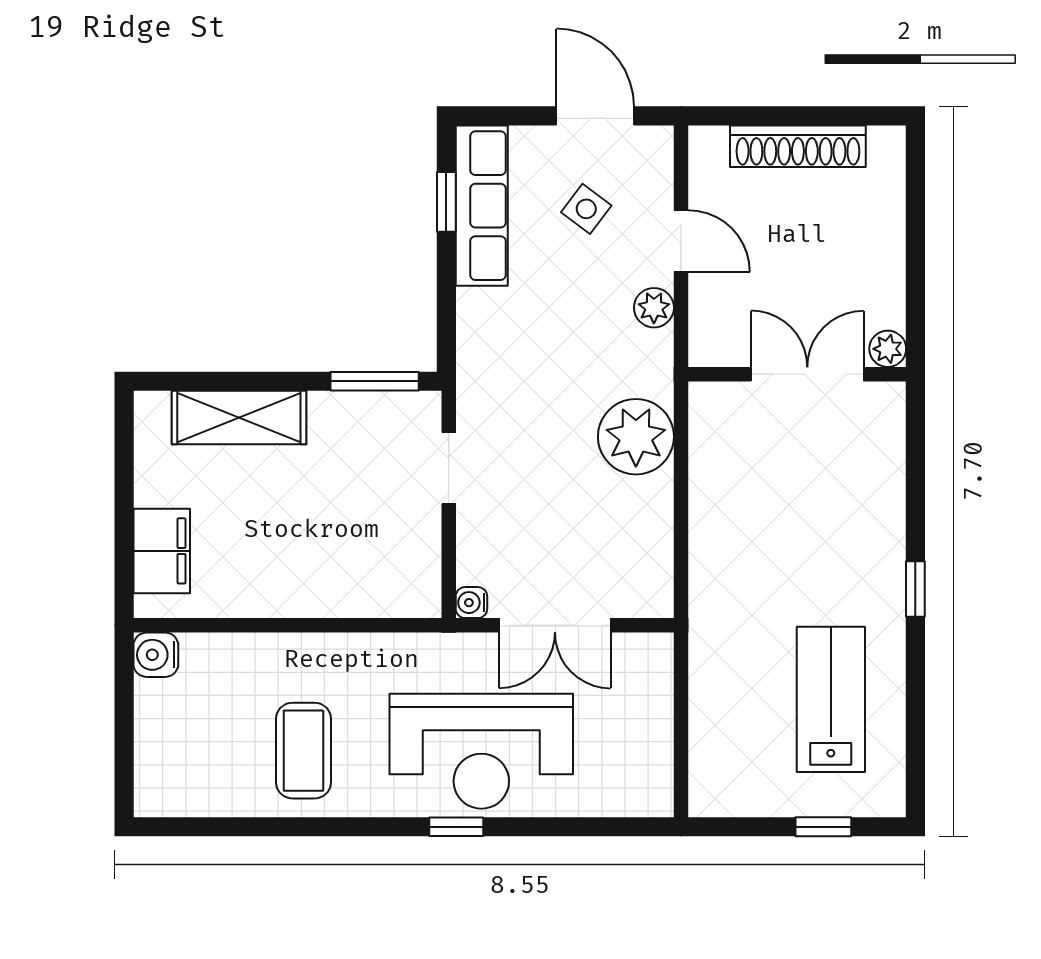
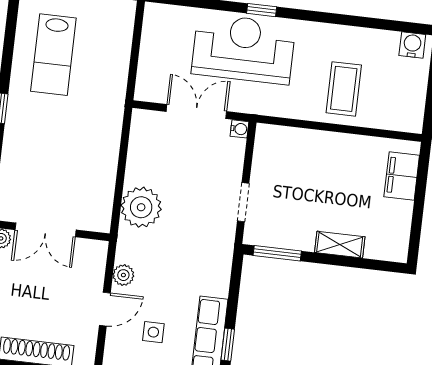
side table: (586, 209) -> (153, 332), turned -37
door: (681, 241) -> (105, 309), swing flipped
shelving: (239, 418) -> (340, 245), width x0.67, depth x0.75
water cooler: (156, 655) -> (412, 45), moved, turned -90
coffee table: (304, 751) -> (344, 89), moved

